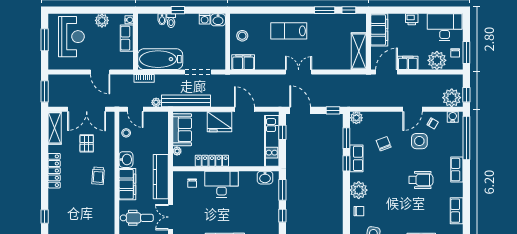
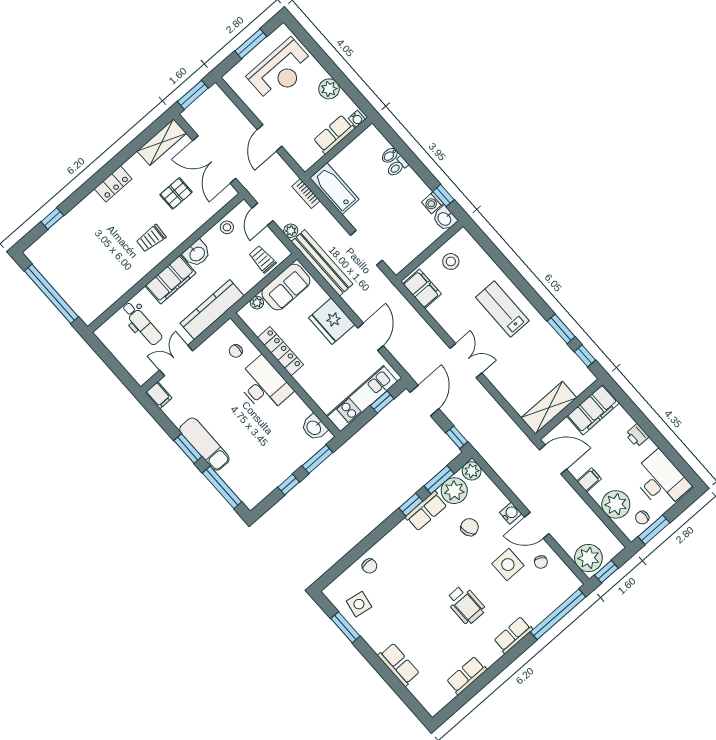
window: (178, 10) -> (443, 195), moved
bathtub: (160, 59) -> (334, 189), width x0.73, depth x0.73
filing cabinet: (408, 63) -> (589, 480), width x0.50
water cooler: (453, 117) -> (511, 513), moved
trolley: (158, 129) -> (262, 259), added
locker: (54, 171) -> (113, 184), width x0.66
plant: (359, 190) -> (454, 491), moved

